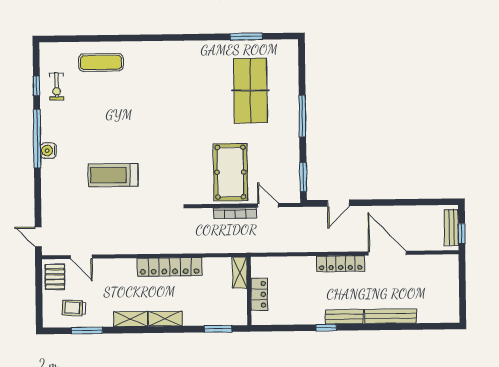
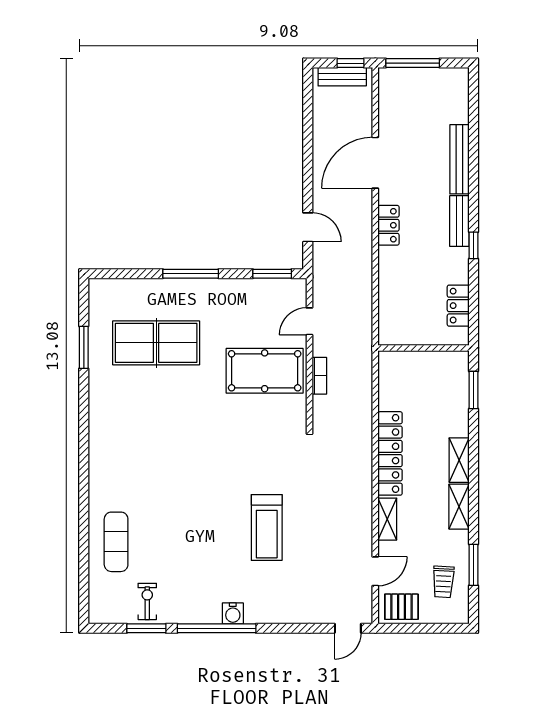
window: (36, 86) -> (146, 628), width x1.50
exercise bike: (57, 86) -> (147, 601), turned -90
bookcase: (235, 213) -> (319, 376), width x0.64
locker: (341, 264) -> (388, 225), width x0.66
shelving: (240, 273) -> (387, 519), moved, turned 90
window: (462, 280) -> (413, 63), added
locker: (259, 294) -> (458, 306), moved, turned -90

